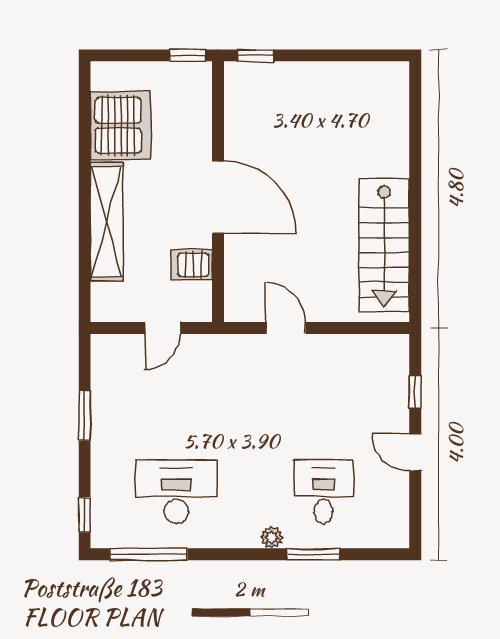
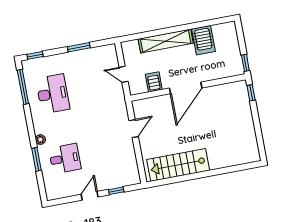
server rack: (120, 125) -> (203, 40), width x0.62

